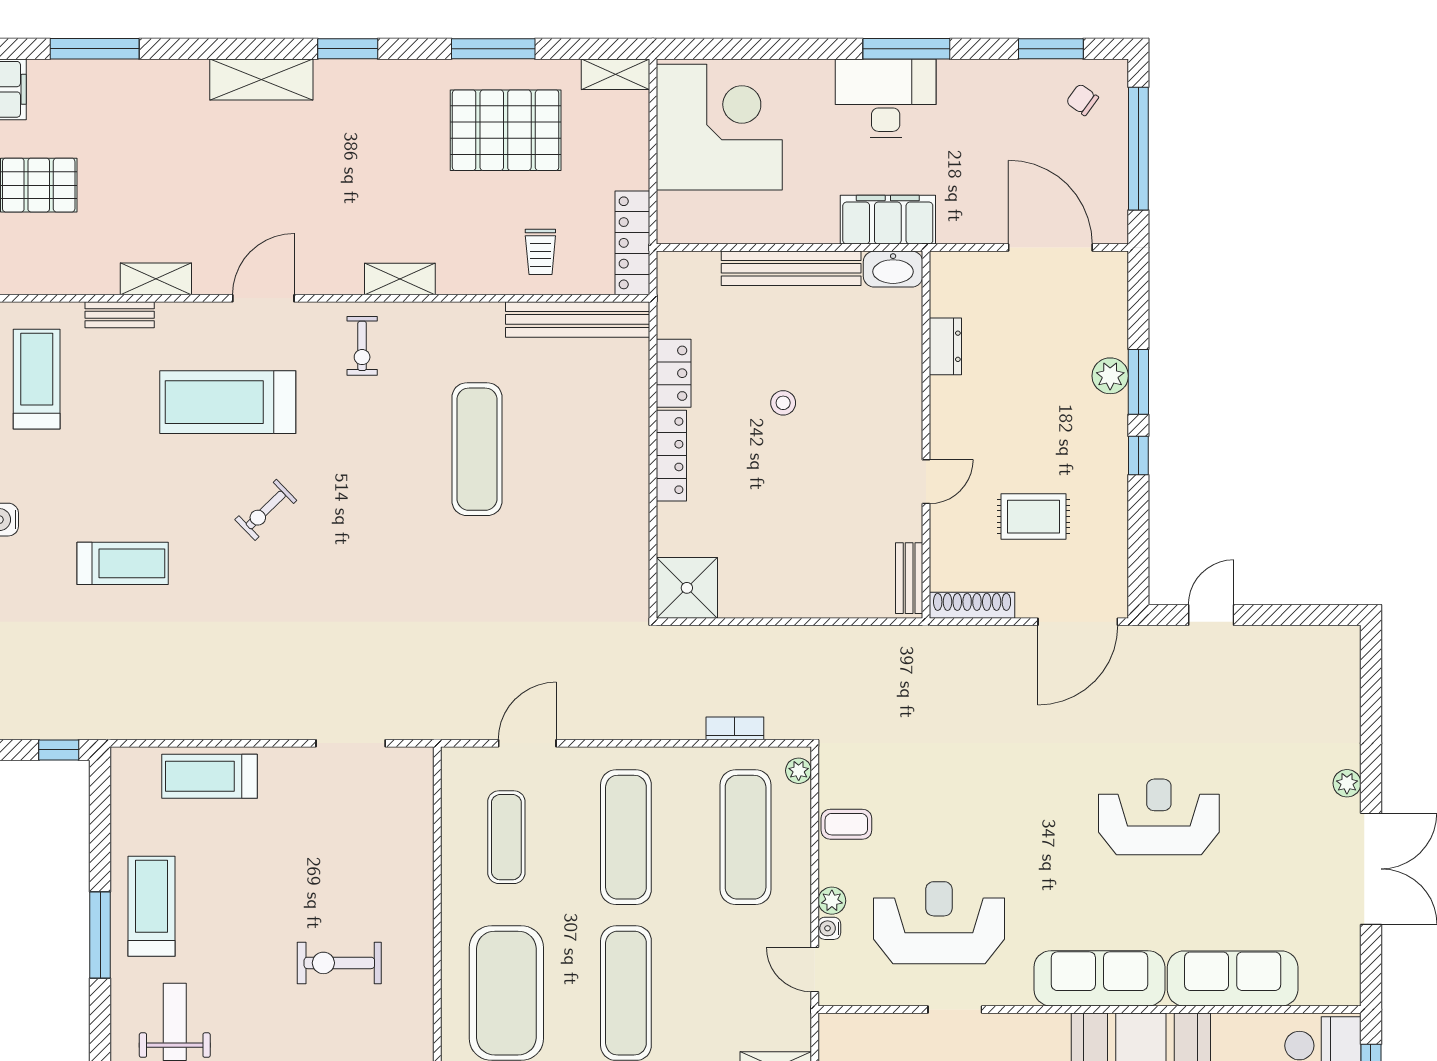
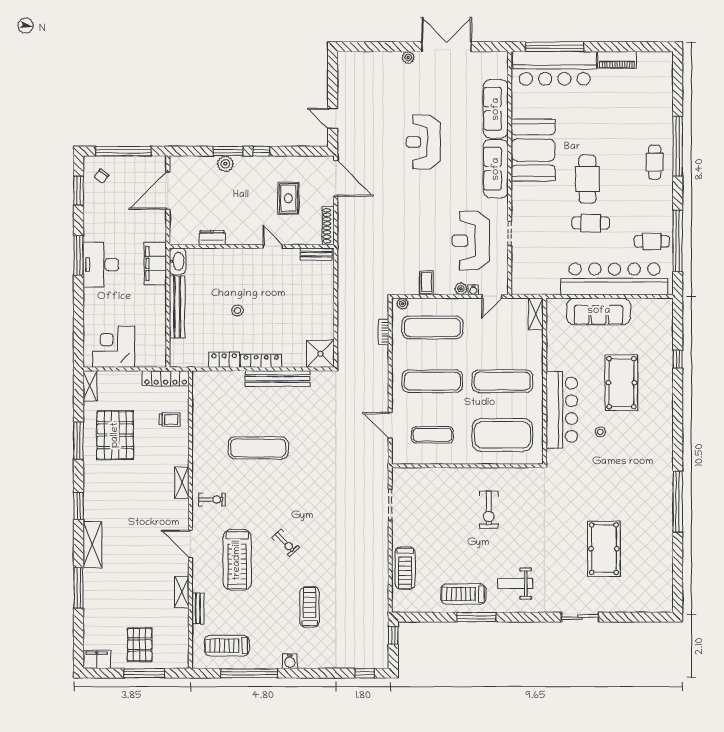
window: (95, 49) -> (79, 588), moved
corner desk: (719, 127) -> (114, 347), width x0.74, depth x0.74
bench: (578, 319) -> (277, 379), moved, turned 90

